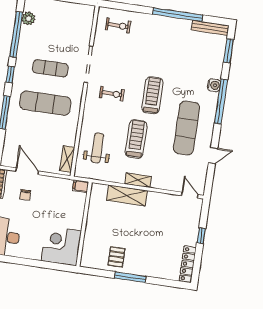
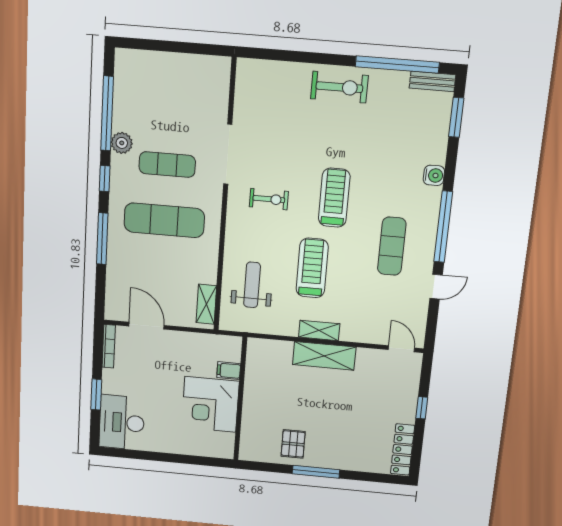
window: (178, 15) -> (397, 64), moved
plant: (28, 18) -> (122, 143), moved
exercise bike: (118, 25) -> (339, 87), moved, width x1.38, depth x1.39
bench: (210, 28) -> (433, 81), width x0.73
window: (221, 101) -> (443, 227), moved
exercise mat: (186, 128) -> (392, 246), width x0.73, depth x0.69
filing cabinet: (81, 186) -> (229, 371), moved
chair: (25, 195) -> (147, 361), removed
shelving: (127, 195) -> (324, 356), moved
corner desk: (61, 246) -> (210, 404), moved, turned -90

